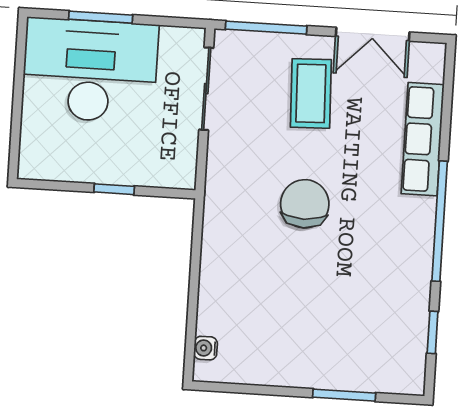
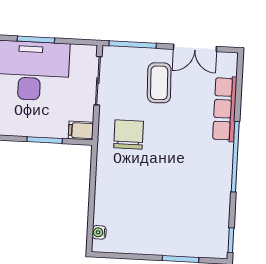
filing cabinet: (176, 174) -> (81, 130), added
window: (114, 189) -> (45, 140), width x1.50
chair: (305, 204) -> (129, 134), moved
window: (433, 332) -> (231, 240), moved

